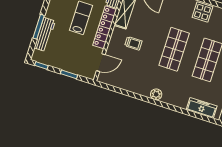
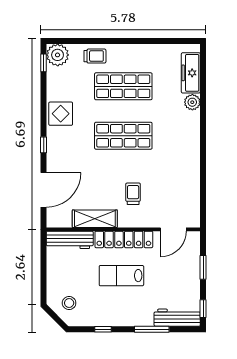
workbench: (45, 34) -> (177, 318), moved
door: (101, 63) -> (173, 229), swing flipped
plant: (156, 94) -> (192, 102), moved

